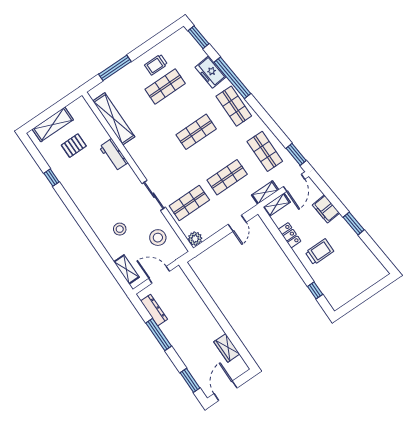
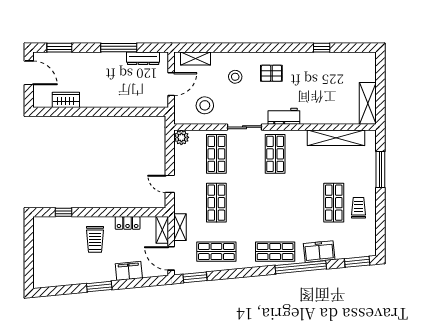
shelving: (53, 124) -> (368, 103), moved
shop shelf: (196, 132) -> (275, 154), moved
pallet: (74, 146) -> (271, 73), moved, turned 90
workbench: (114, 155) -> (284, 116), moved

